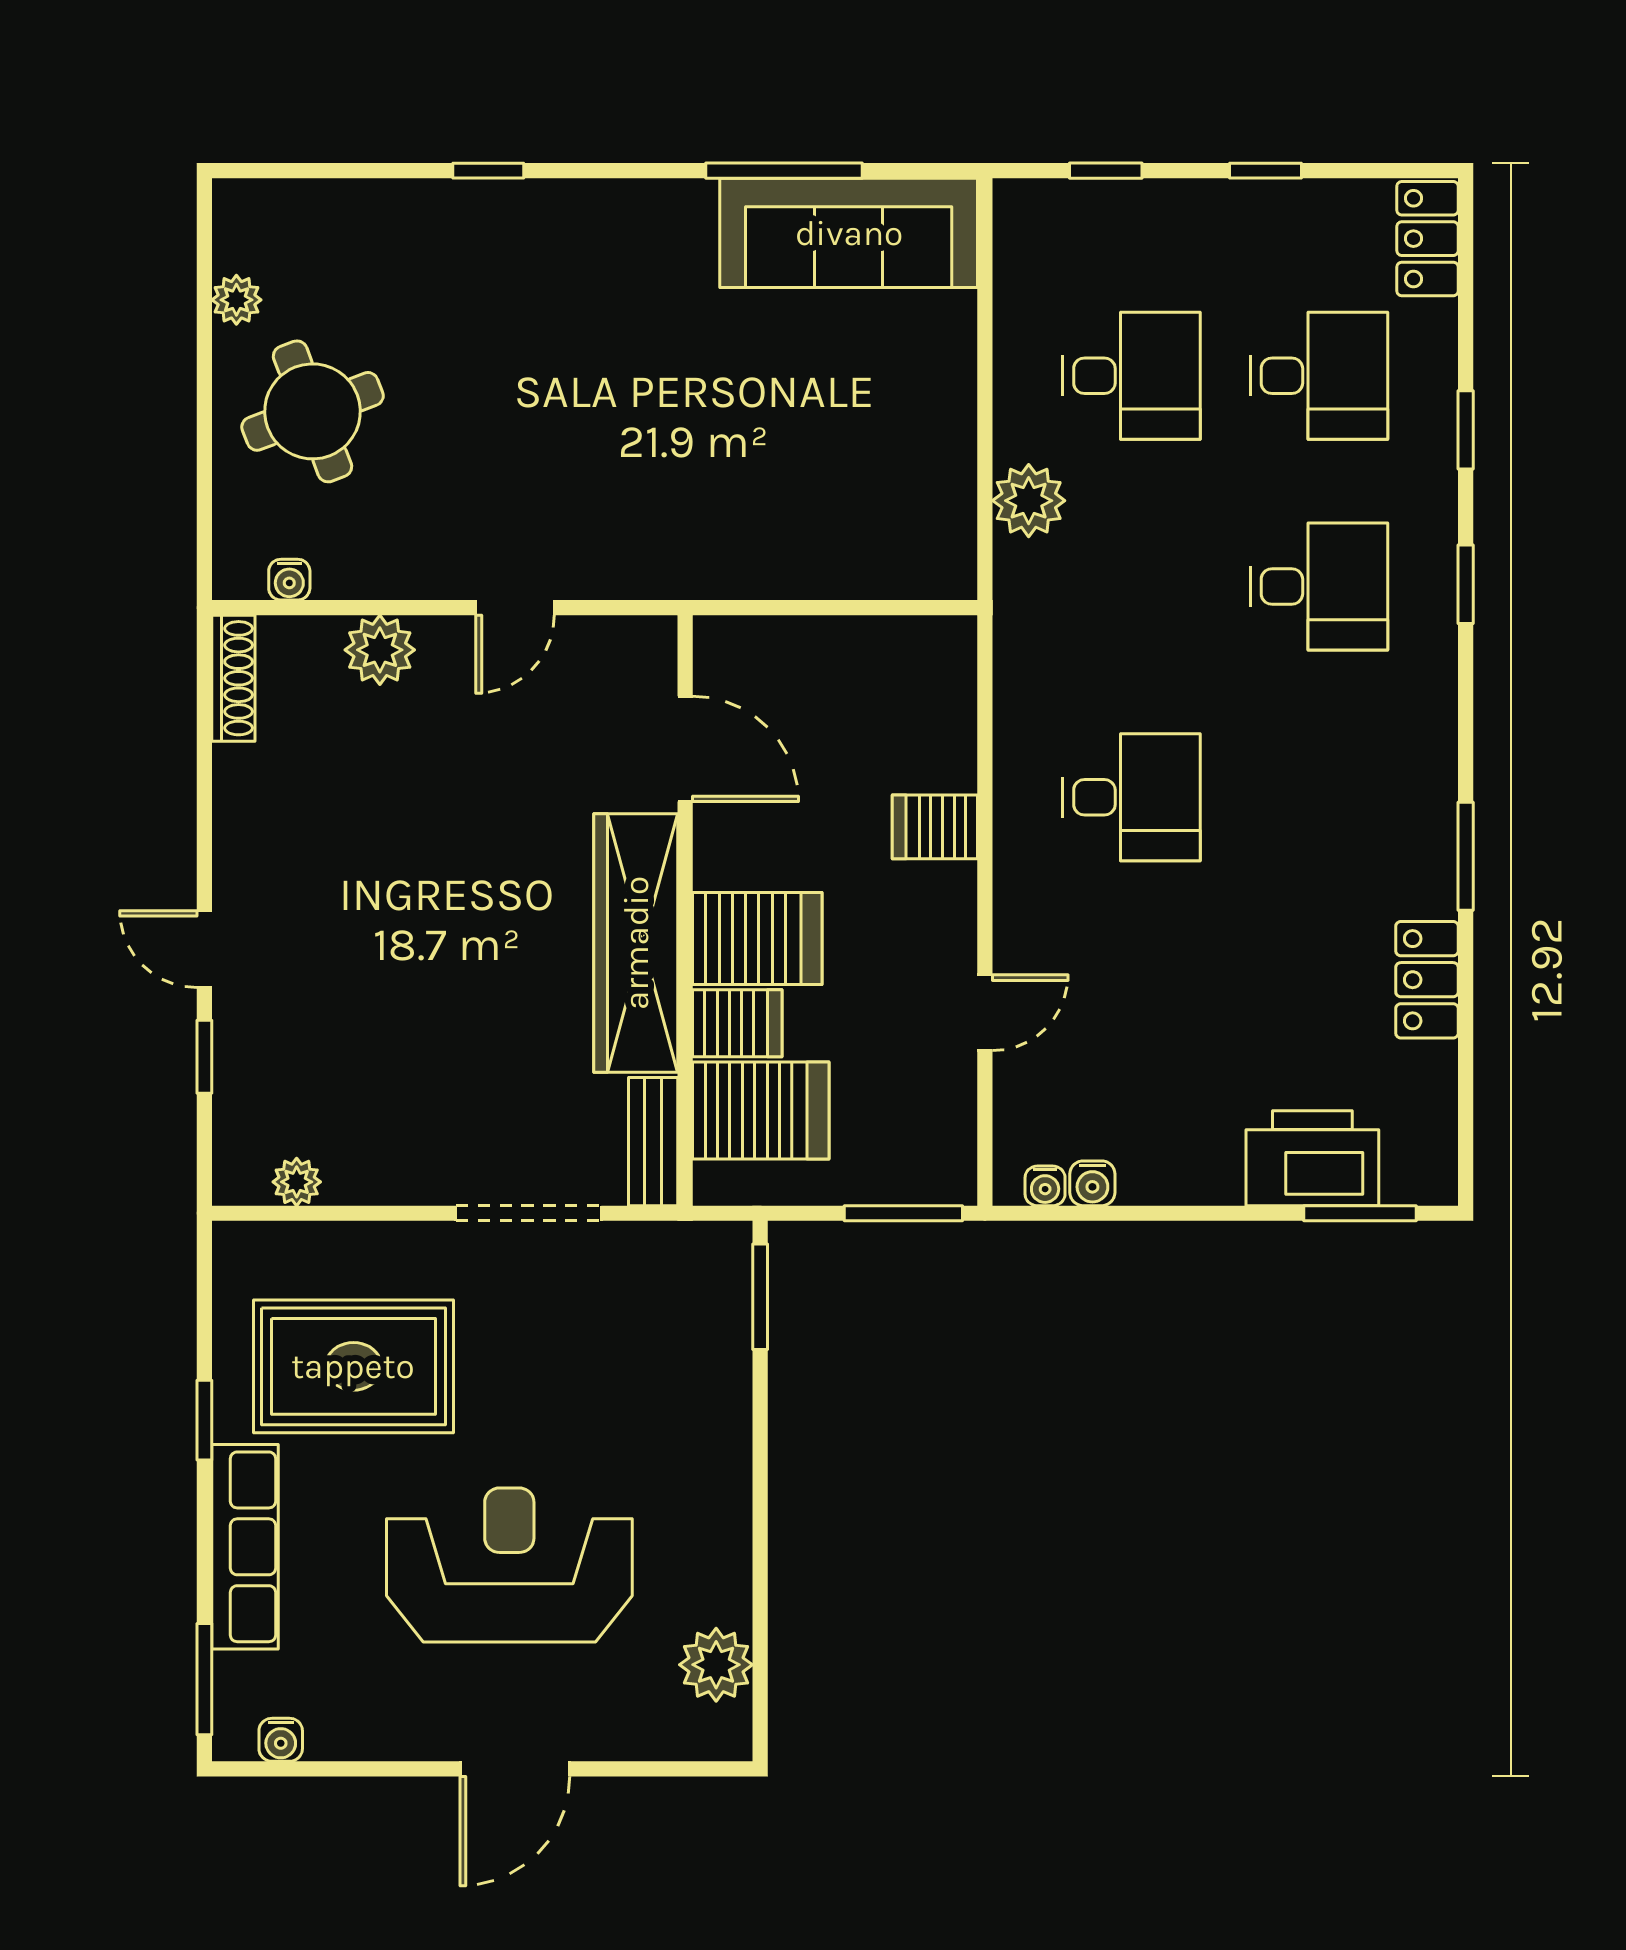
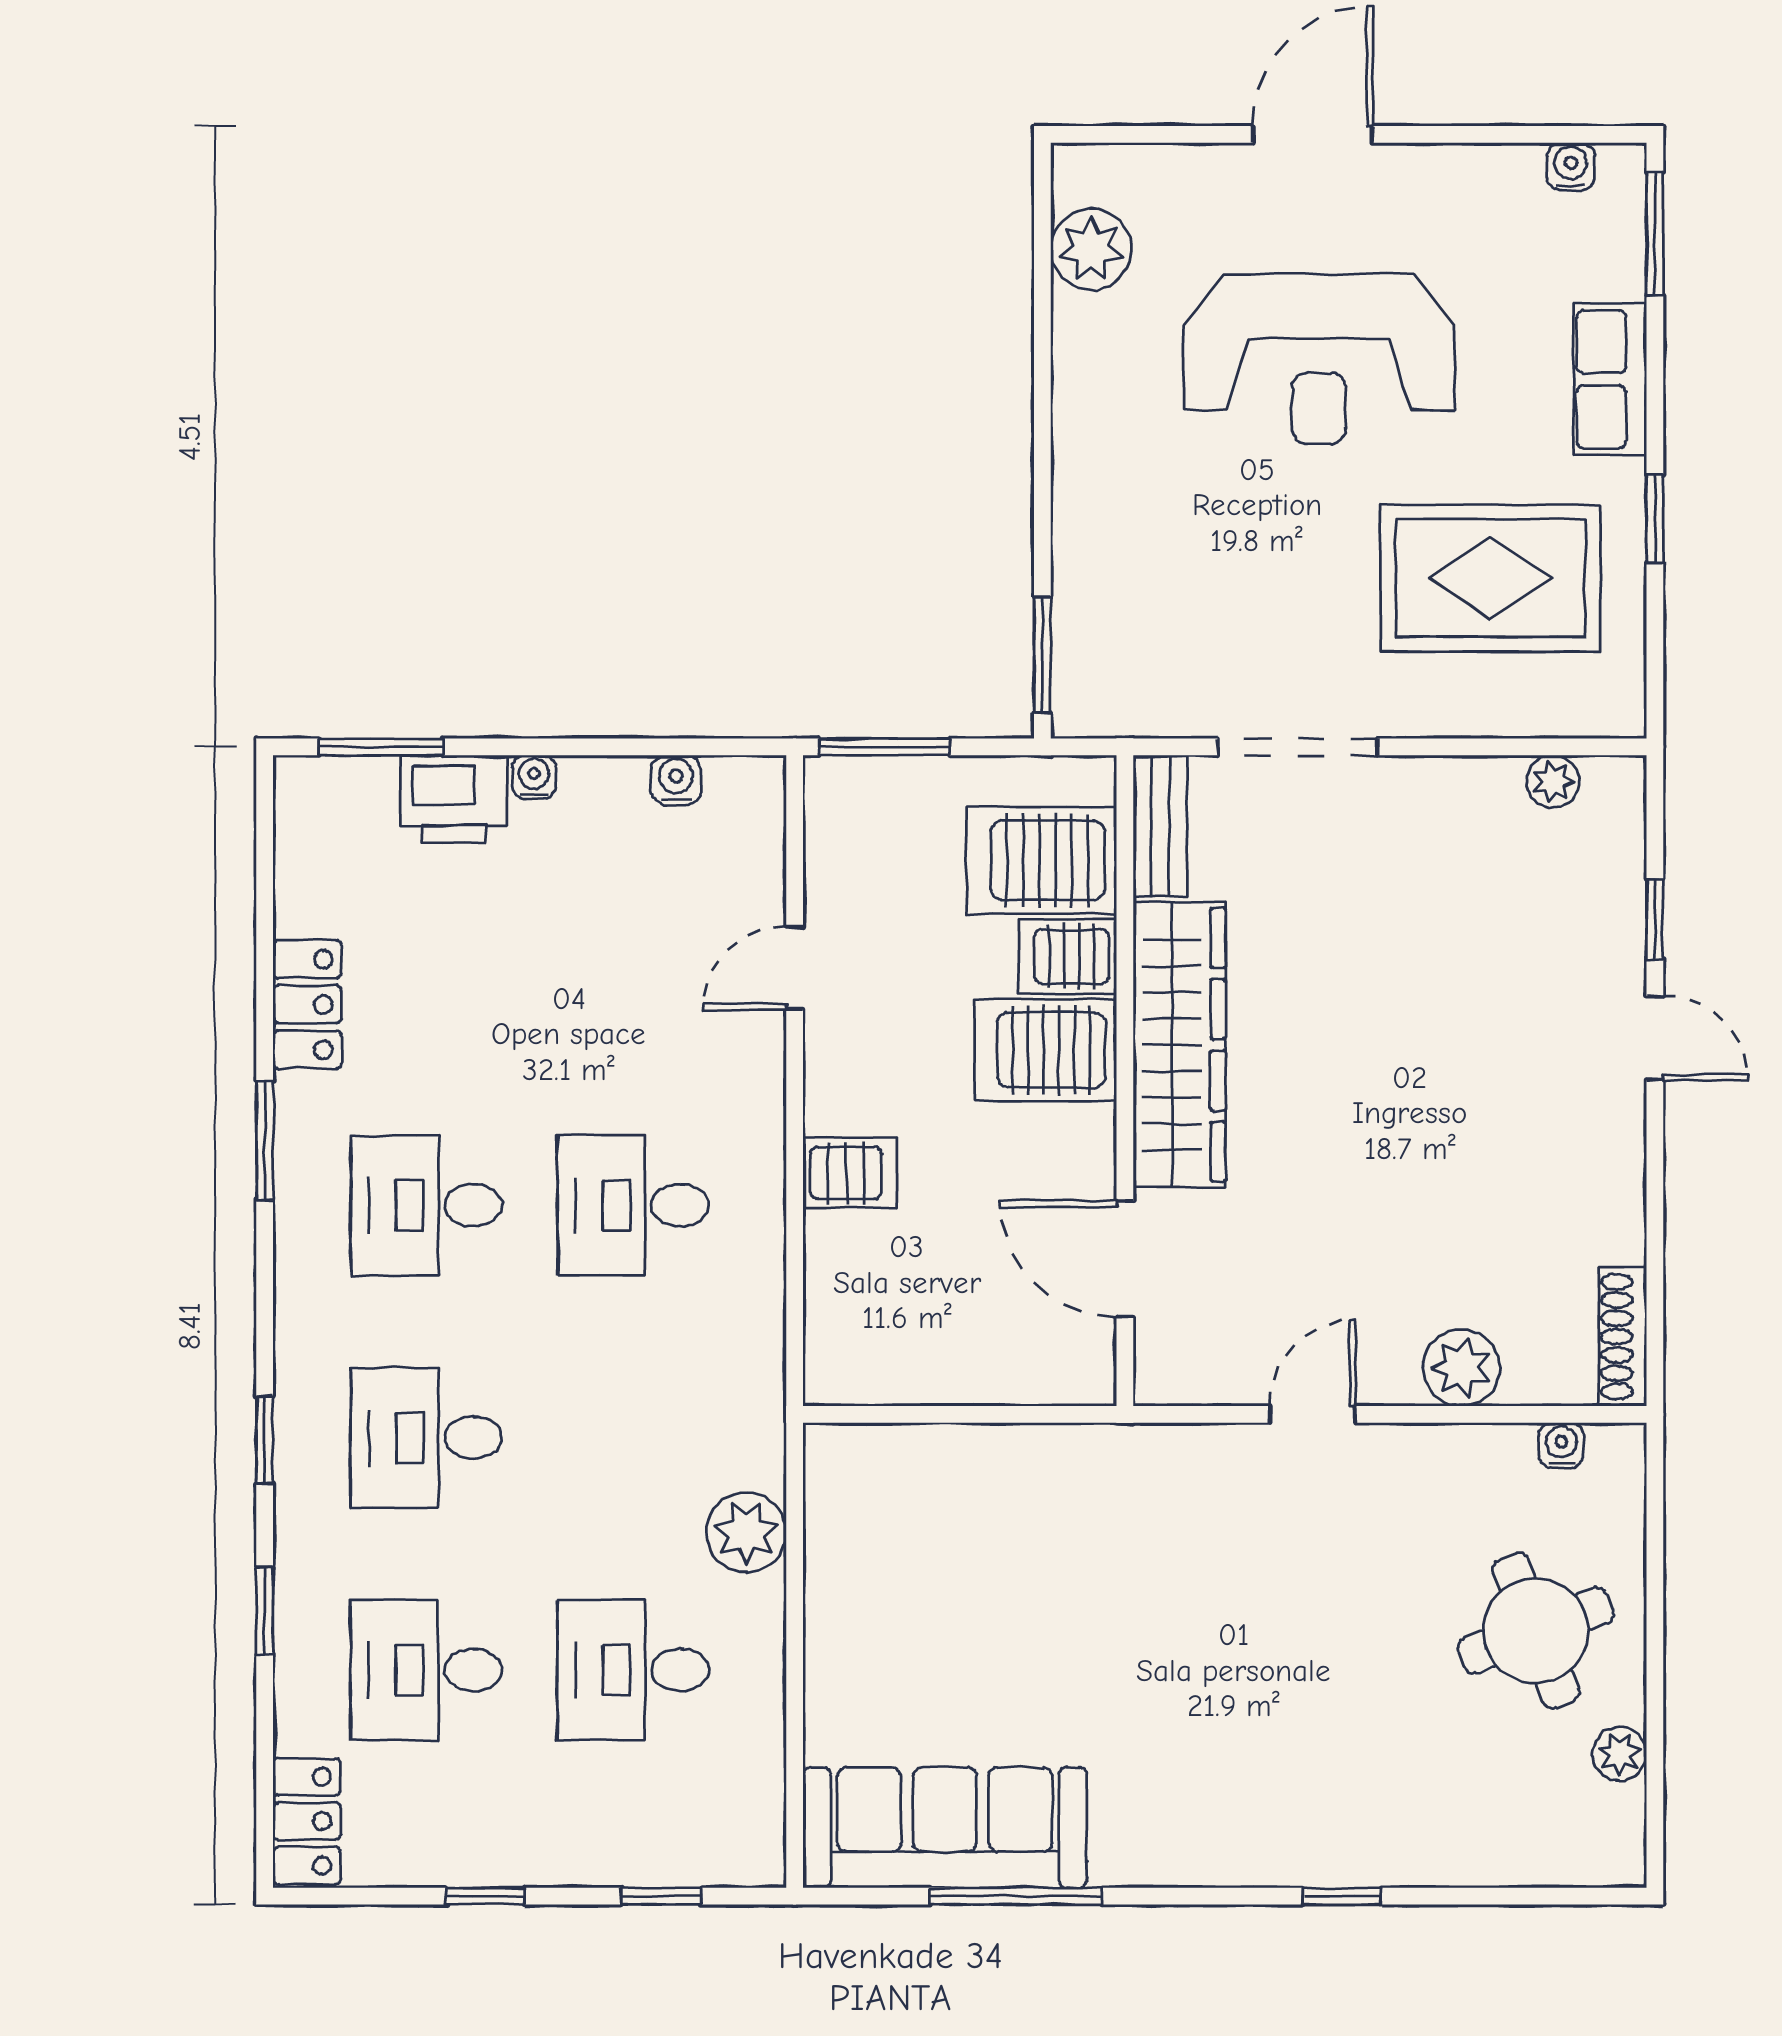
desk: (1319, 797) -> (426, 1205), added
printer: (1312, 1158) -> (453, 799), width x0.73, depth x0.84
water cooler: (1045, 1186) -> (534, 777), moved
row of seats: (245, 1547) -> (1610, 379), width x0.68

